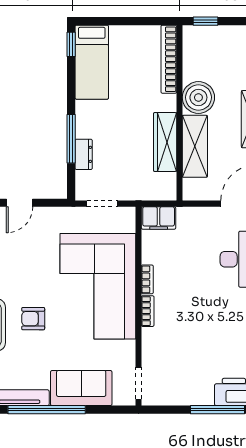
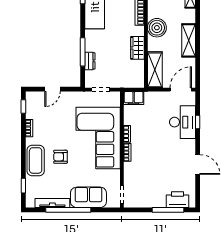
wardrobe: (165, 142) -> (137, 48), width x0.67
shelving: (195, 146) -> (155, 70), moved

